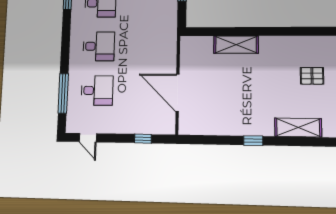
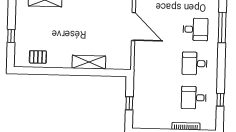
pallet: (312, 76) -> (38, 57), moved
desk: (97, 90) -> (195, 29), turned 180

